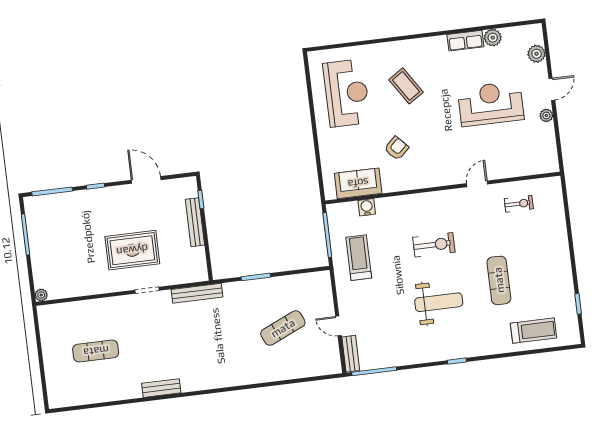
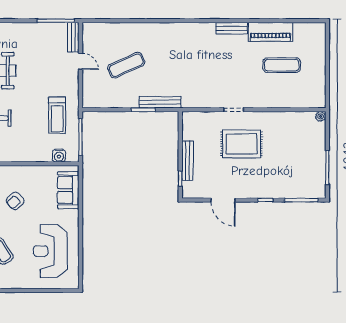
sofa: (358, 183) -> (68, 190), moved, turned 90
water cooler: (367, 207) -> (59, 156), moved
bench: (197, 293) -> (160, 102), moved
piano: (114, 389) -> (270, 32), added

